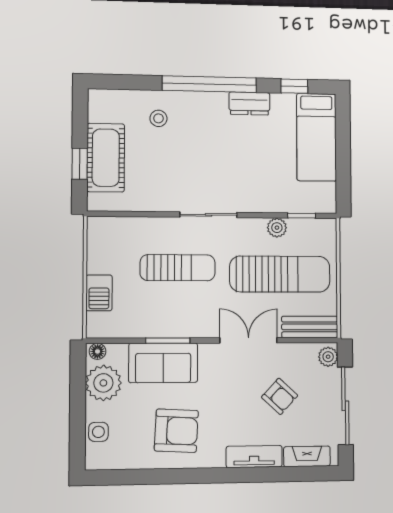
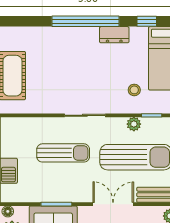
stool: (158, 118) -> (134, 90), moved

